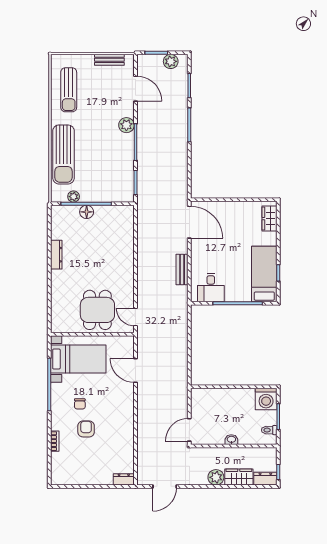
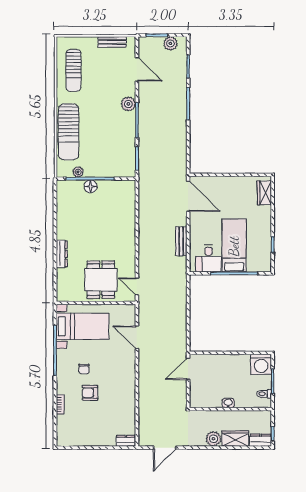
dresser: (56, 255) -> (62, 254), moved
bed: (264, 274) -> (234, 246), moved
armchair: (86, 429) -> (90, 393), turned -90
door: (189, 430) -> (188, 369), moved

